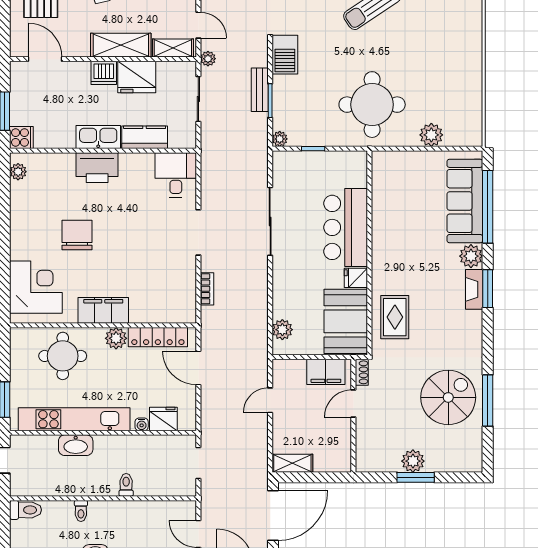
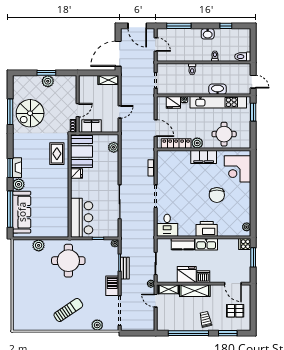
bar counter: (346, 227) -> (82, 218), moved

